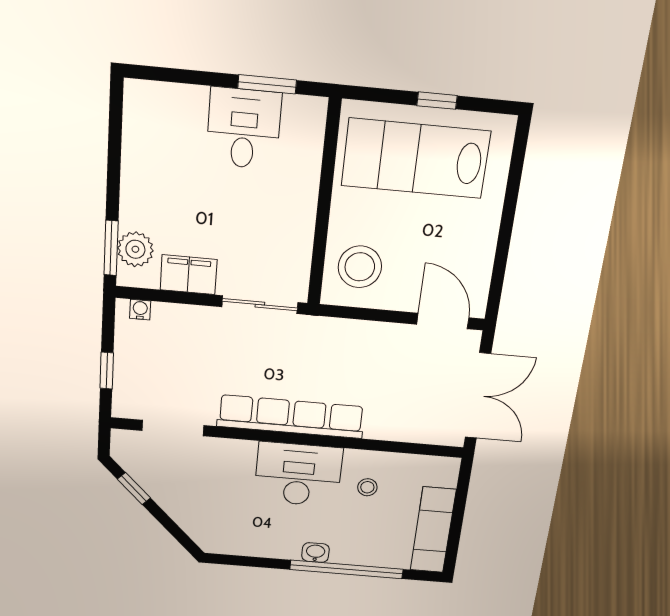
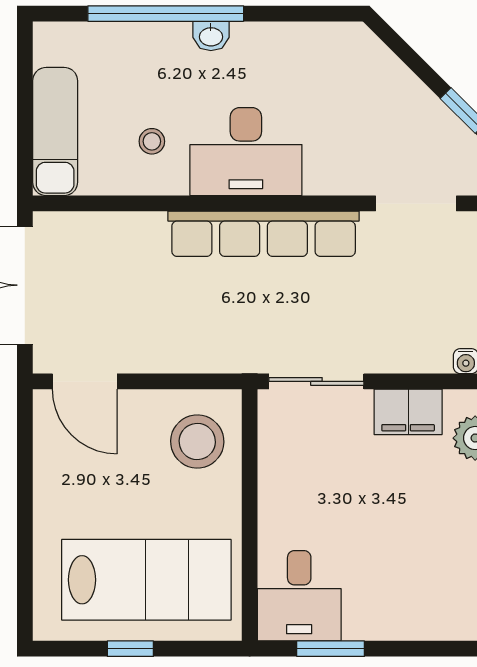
desk: (244, 129) -> (299, 596), moved
exam couch: (433, 530) -> (55, 132), moved

